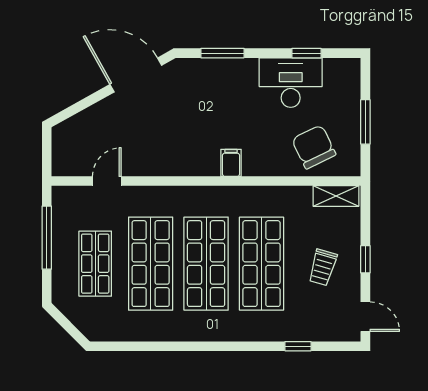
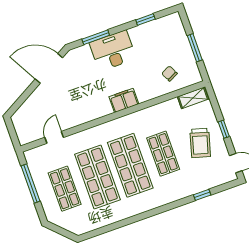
desk: (291, 83) -> (113, 51), moved
chair: (314, 147) -> (169, 74), width x0.54, depth x0.54
filing cabinet: (231, 163) -> (124, 100), width x2.00
shop shelf: (261, 264) -> (163, 154), width x0.70, depth x0.74
trolley: (323, 267) -> (200, 143), width x1.36, depth x1.39

